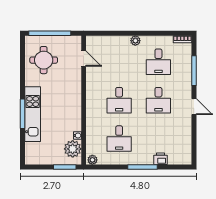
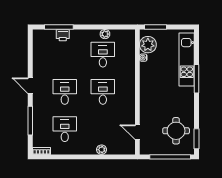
plant: (135, 41) -> (102, 150), moved
window: (23, 52) -> (196, 139), added
kitchen unit: (33, 114) -> (187, 60), moved
plant: (92, 160) -> (105, 34), moved
window: (142, 167) -> (59, 27), moved

